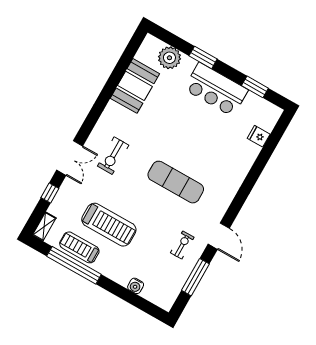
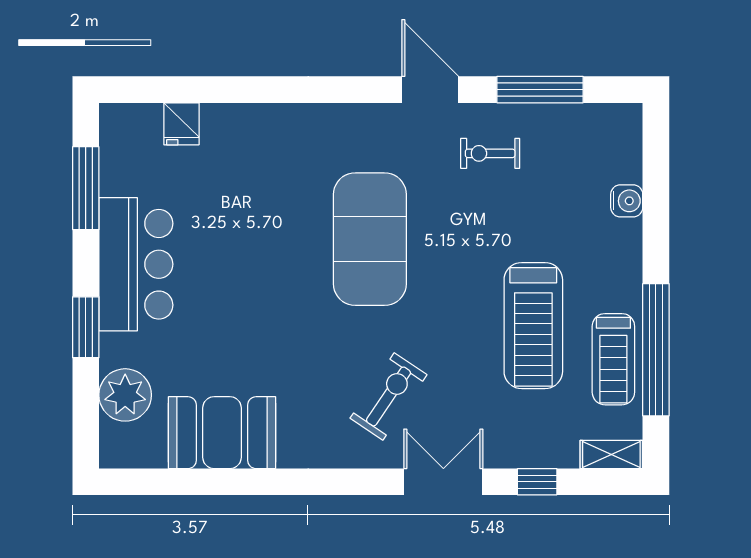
window: (255, 87) -> (86, 188), width x1.44
exercise bike: (113, 156) -> (389, 396), turned -56
exercise mat: (176, 182) -> (370, 239), width x1.47
treadmill: (109, 225) -> (533, 326), turned 180
door: (219, 236) -> (430, 90), hinge flipped

